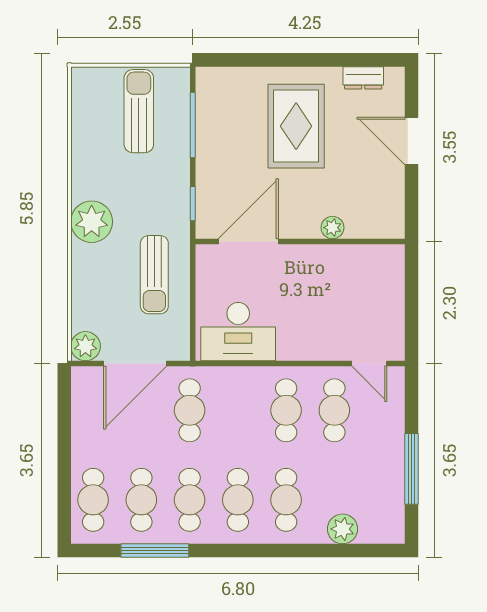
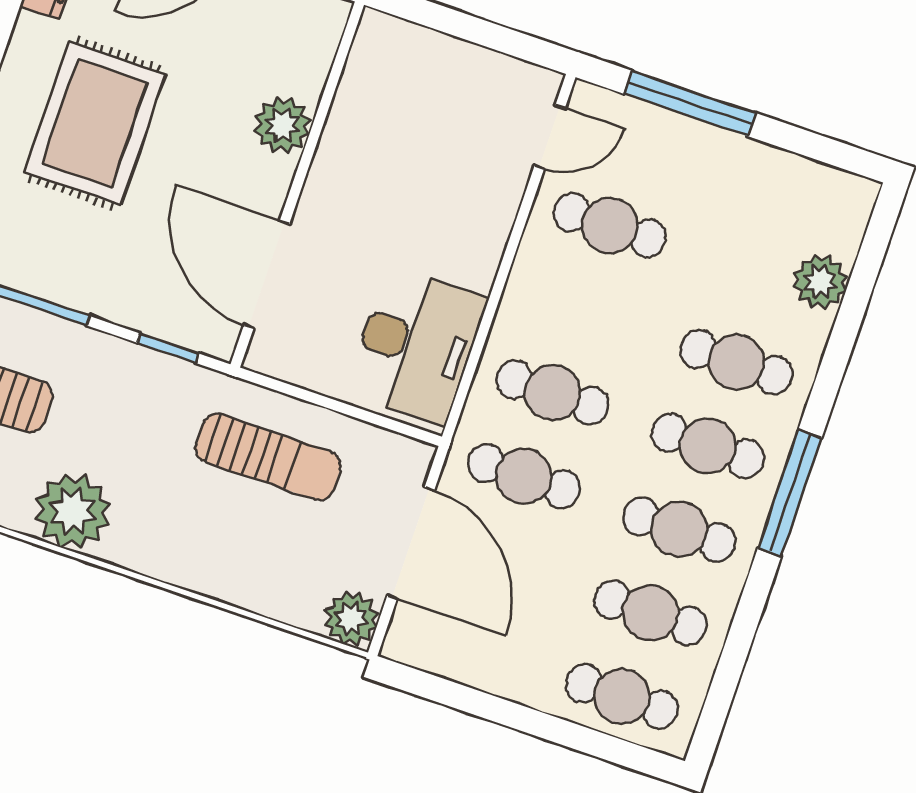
rug: (296, 126) -> (95, 123), turned 90
plant: (92, 222) -> (73, 511), moved
plant: (332, 228) -> (282, 125), width x1.38, depth x1.38
cafe table: (286, 410) -> (553, 393), moved
window: (412, 469) -> (690, 103), moved
window: (155, 551) -> (790, 493), moved

